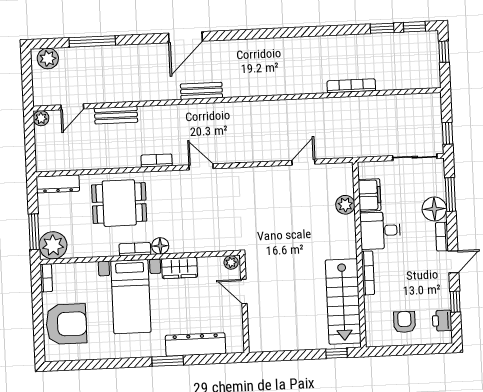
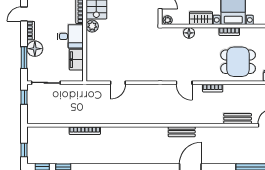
plant: (345, 205) -> (92, 26), moved
floor lamp: (160, 246) -> (189, 33), moved

